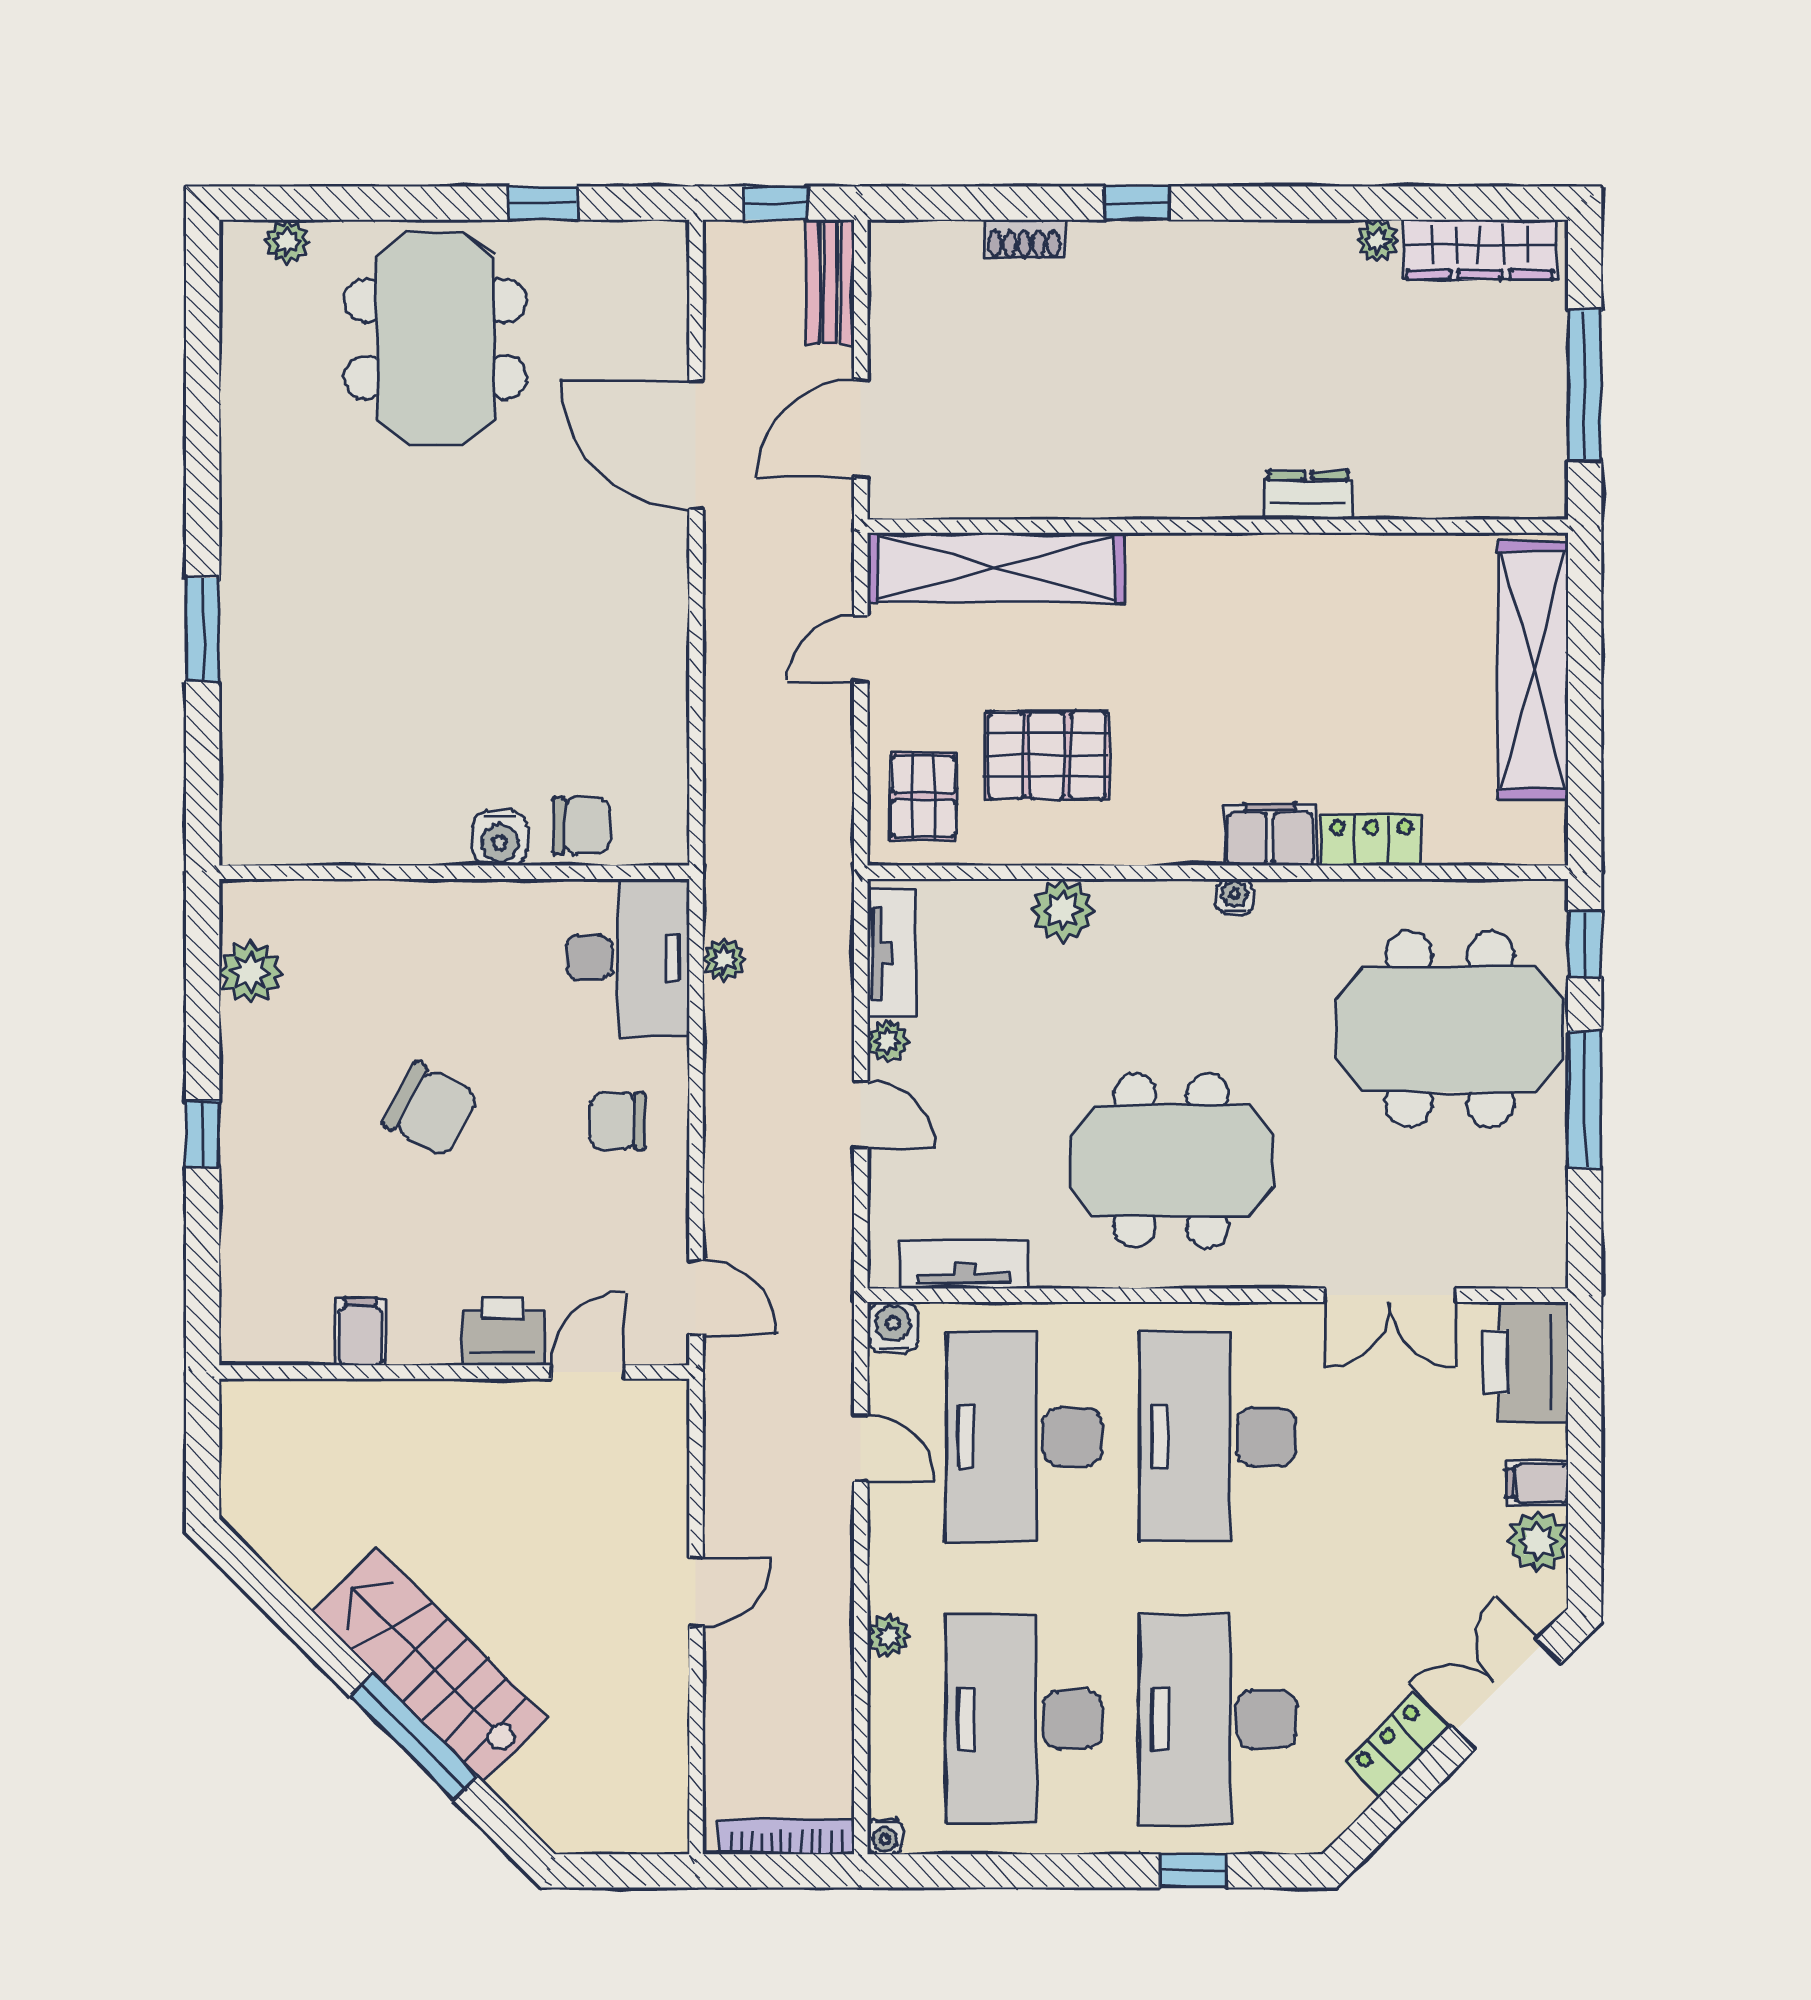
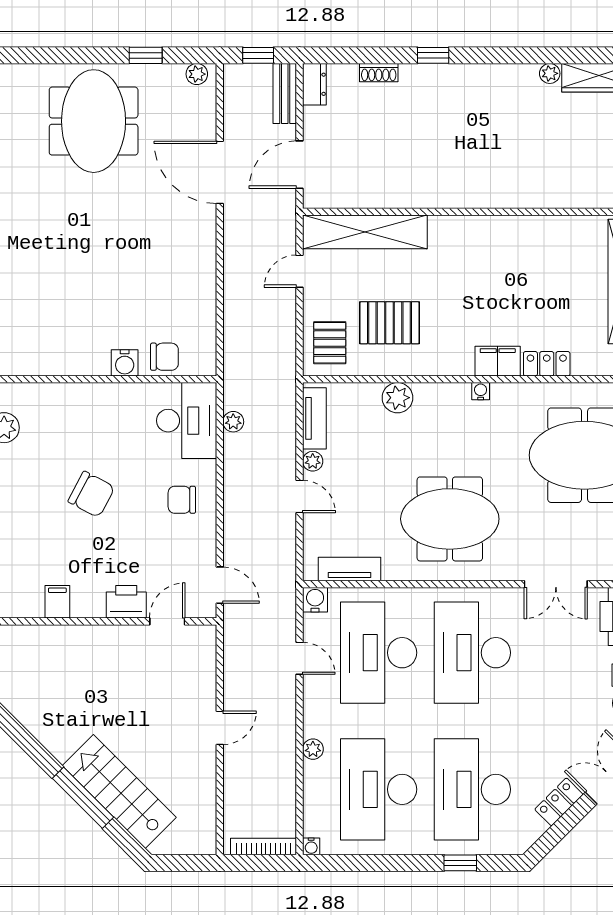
plant: (287, 242) -> (197, 74), moved
dresser: (1308, 495) -> (314, 84), moved, turned 90
stairs: (430, 1665) -> (119, 791), moved

